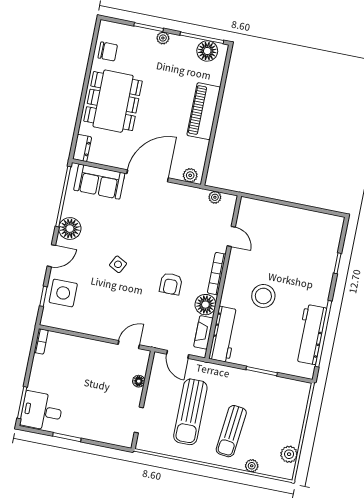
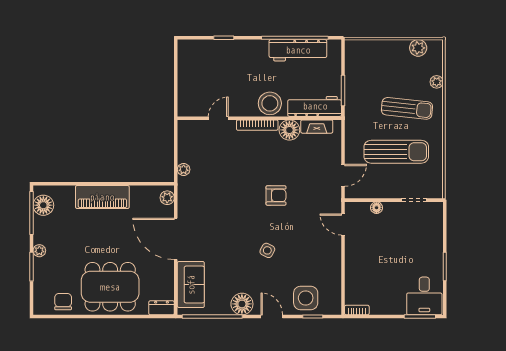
door: (231, 236) -> (218, 118), moved
bookcase: (217, 274) -> (257, 125), moved
wall: (223, 277) -> (259, 118), moved
floor lamp: (205, 305) -> (289, 130), moved
fireplace: (203, 332) -> (317, 127), moved
workbench: (224, 334) -> (315, 106), moved

